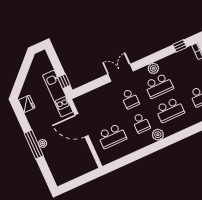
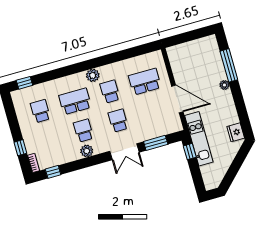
window: (95, 84) -> (156, 143), added
school desk: (159, 86) -> (83, 131), width x0.54
window: (34, 144) -> (229, 65), moved

